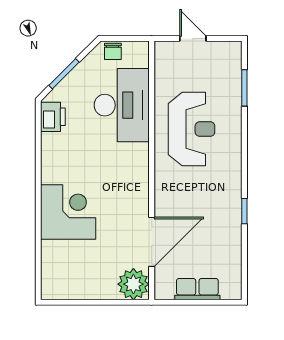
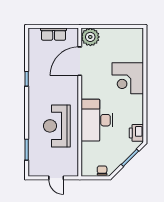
desk: (122, 105) -> (97, 120), moved

